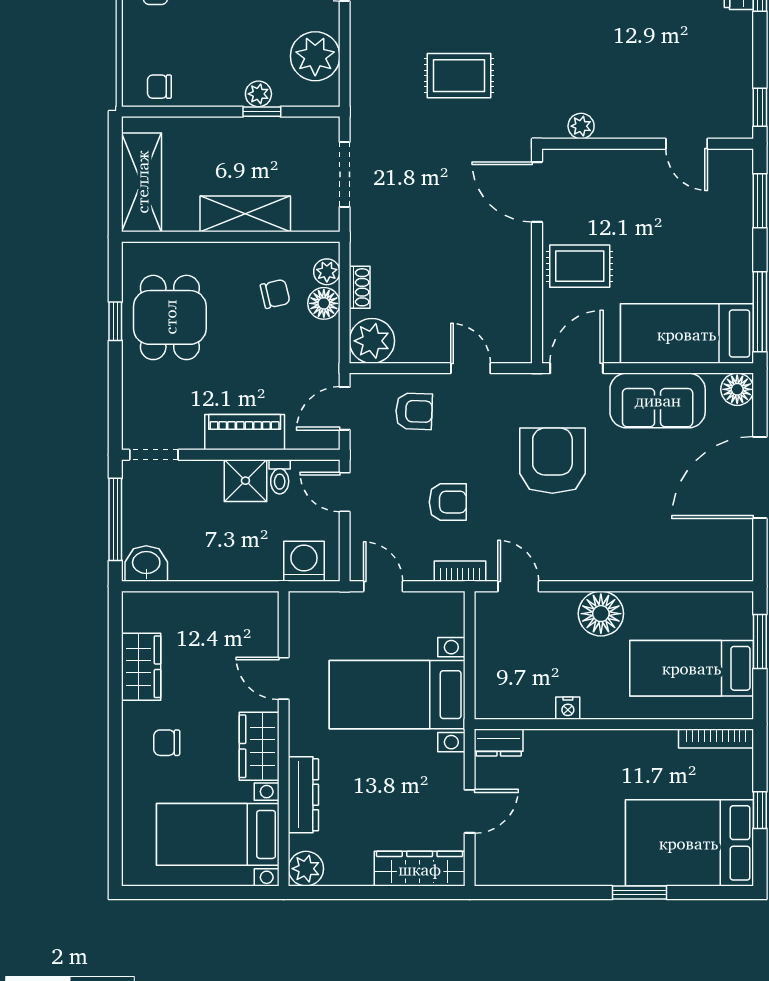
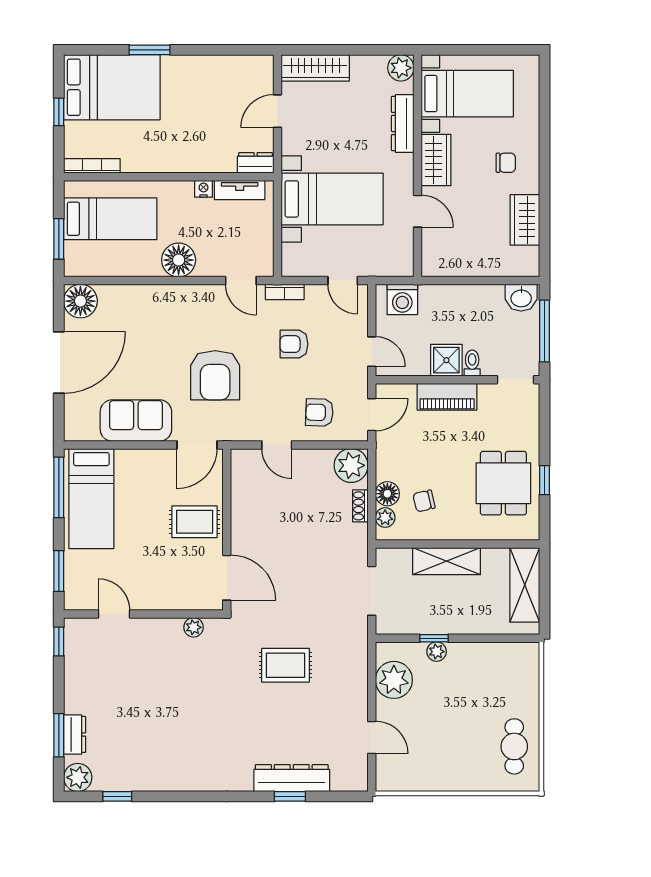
chair: (159, 87) -> (511, 657), removed
bed: (687, 334) -> (91, 499), moved, turned 90
floor lamp: (737, 389) -> (80, 301), moved, width x1.38, depth x1.38
toilet: (280, 477) -> (472, 363), moved
tv unit: (520, 707) -> (240, 190), added

